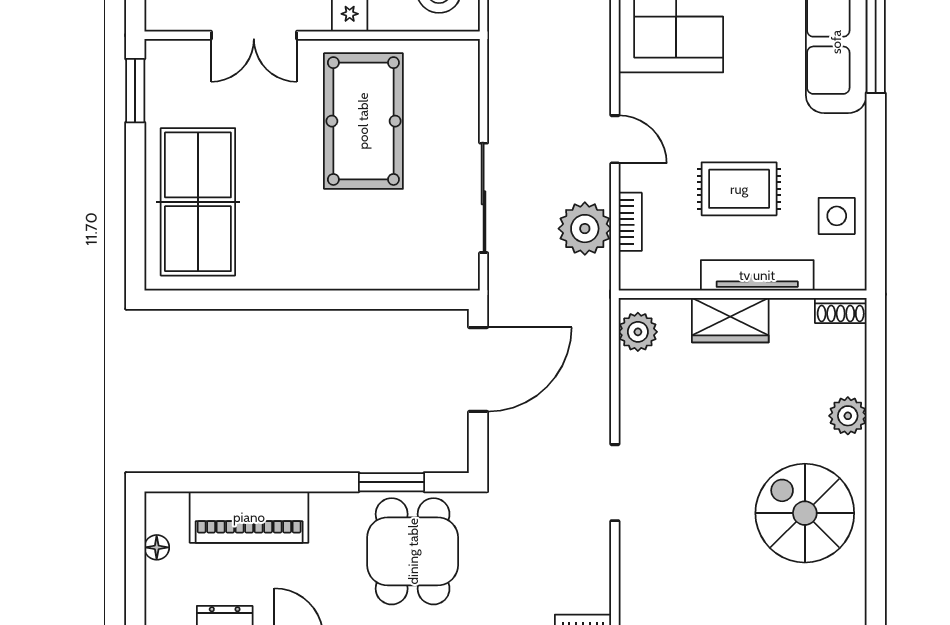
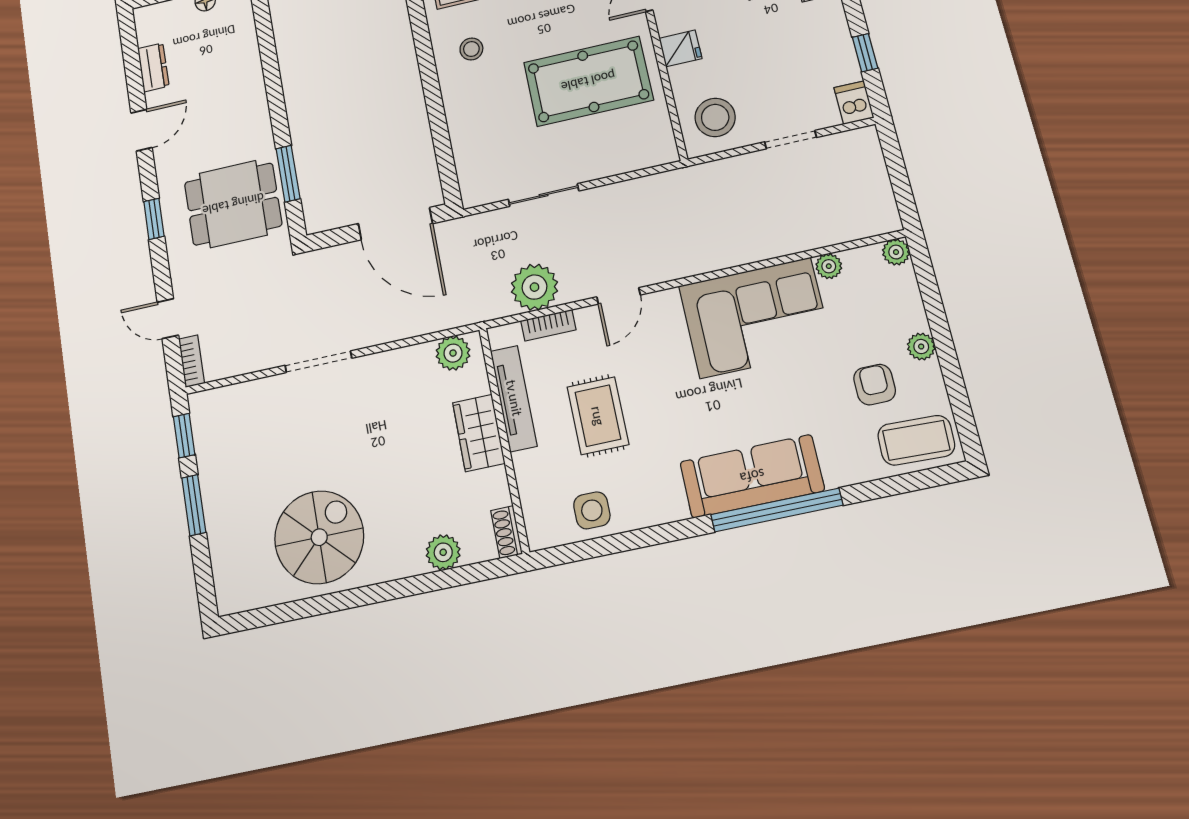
sliding door: (484, 198) -> (544, 195), width x0.73
stool: (293, 245) -> (471, 49), added
tv unit: (757, 275) -> (514, 398), moved
plant: (848, 416) -> (443, 552), moved
piano: (249, 517) -> (241, 67), removed

